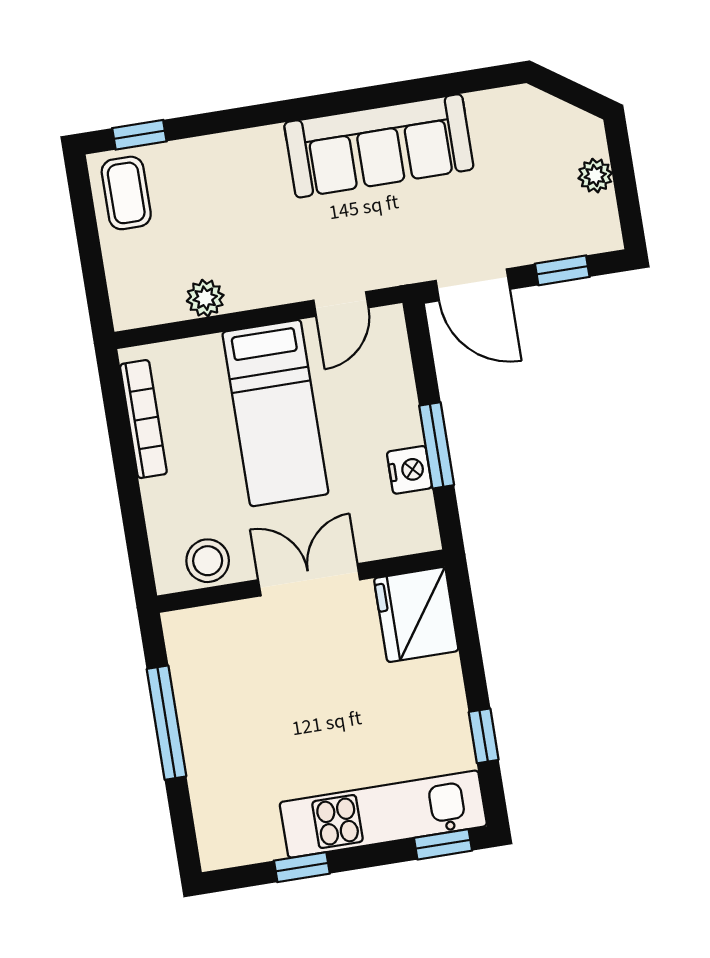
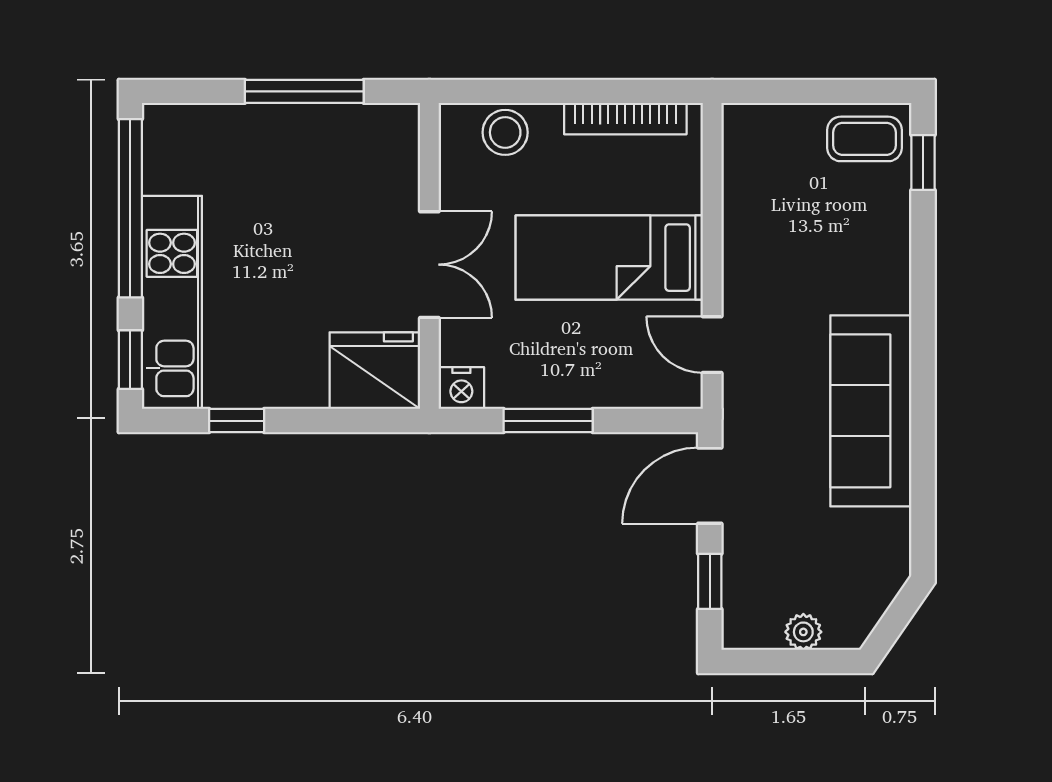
plant: (205, 298) -> (741, 204), removed
nightstand: (409, 470) -> (461, 388), moved
stool: (208, 561) -> (505, 132), moved
window: (302, 867) -> (130, 208), width x3.17

